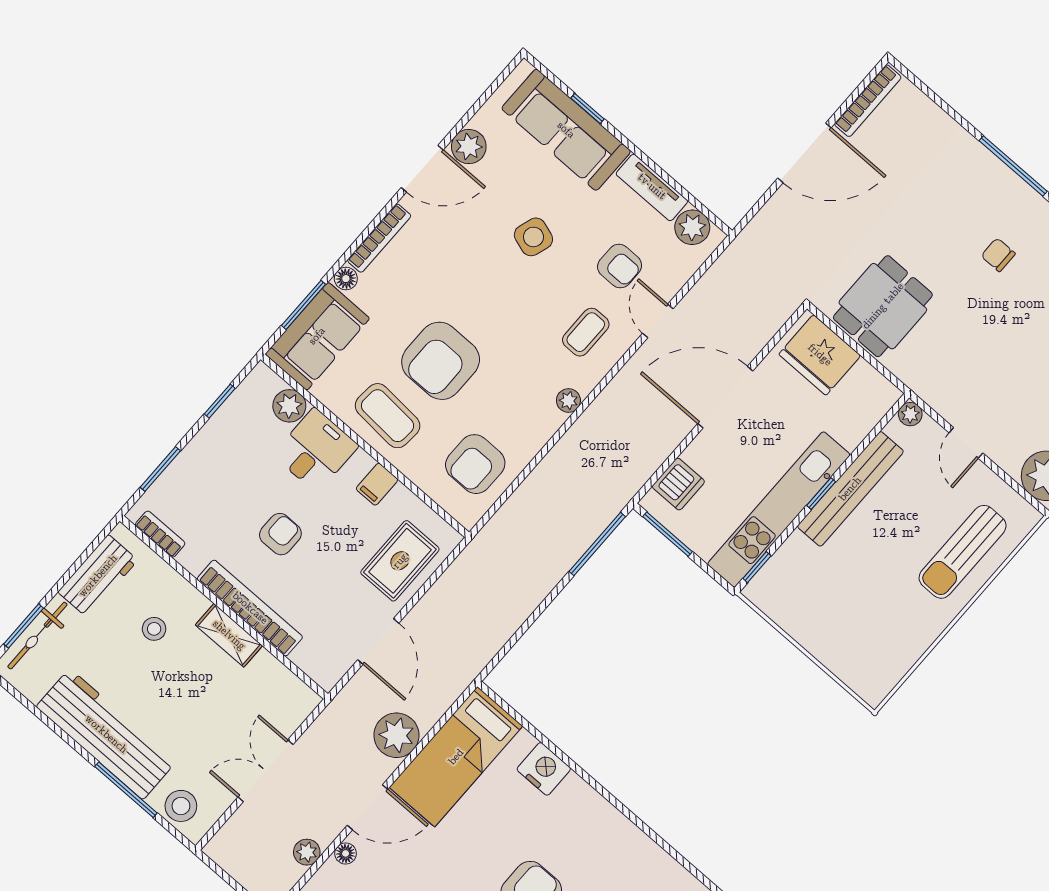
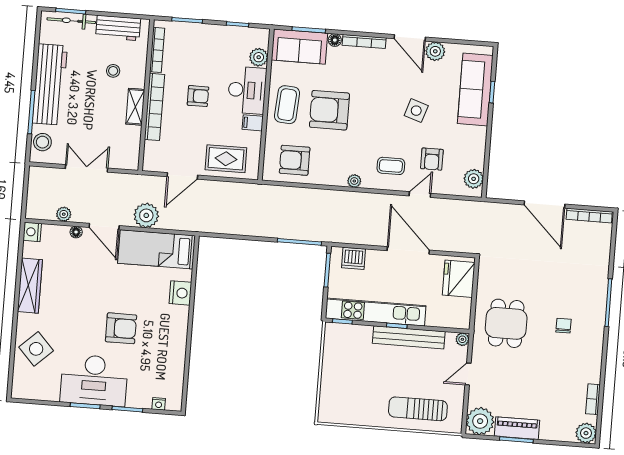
tv unit: (652, 187) -> (478, 147), removed
dining table: (883, 306) -> (506, 323), moved, turned 90
desk: (316, 450) -> (247, 90), width x1.37
bookcase: (160, 534) -> (157, 50), width x1.56

